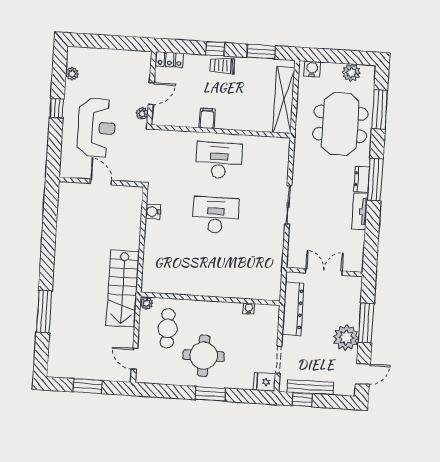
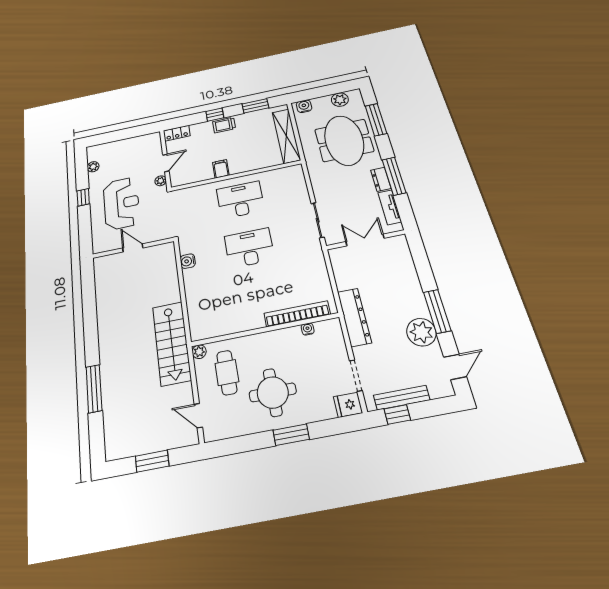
double door: (324, 272) -> (365, 240), moved
wall: (324, 272) -> (365, 240), moved
bookcase: (243, 292) -> (297, 314), added

